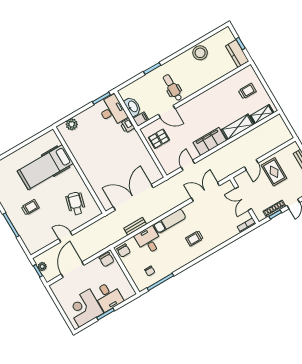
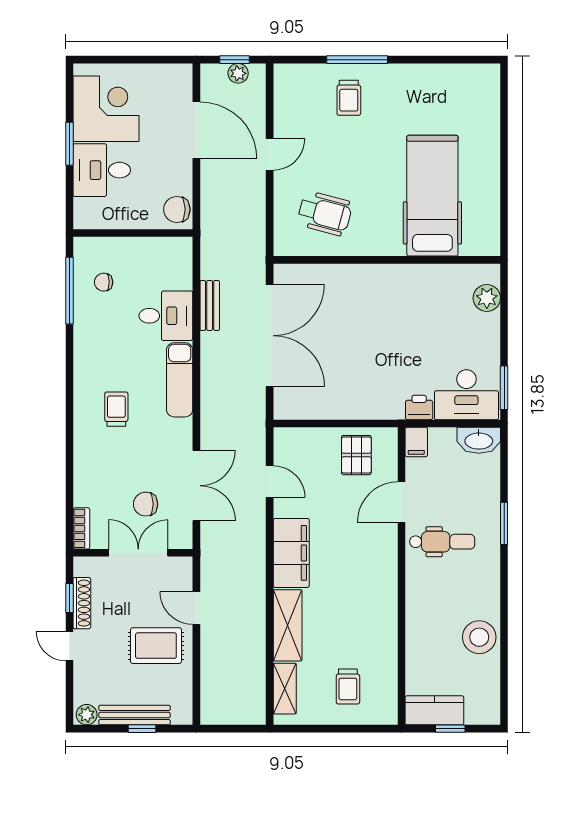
washbasin: (133, 107) -> (479, 440), moved
trolley: (30, 207) -> (349, 98), moved
chair: (124, 251) -> (146, 504), moved

